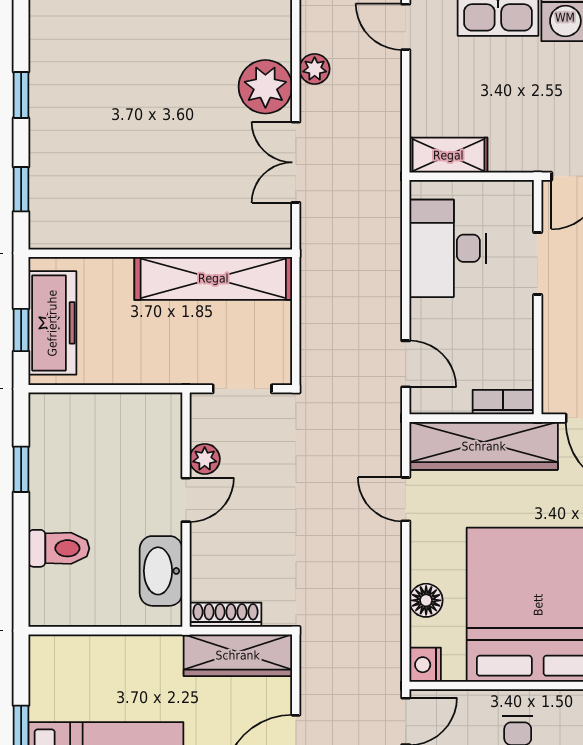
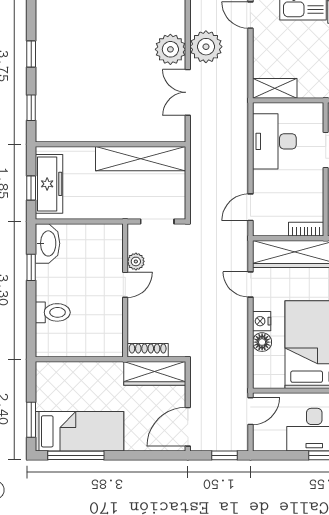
plant: (315, 69) -> (206, 47), width x1.87, depth x1.87
door: (406, 364) -> (250, 207), swing flipped
washbasin: (161, 571) -> (47, 243), moved, turned 180
nightstand: (425, 665) -> (262, 321), moved

